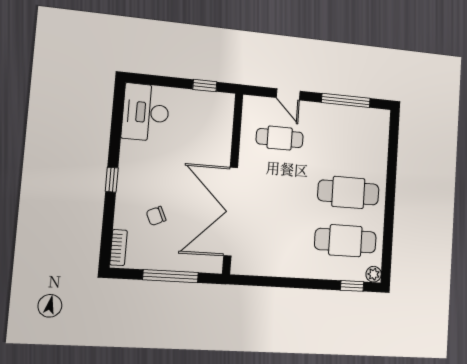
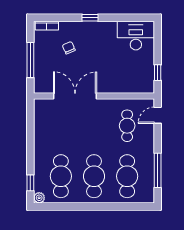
door: (288, 94) -> (158, 115), moved
cafe table: (351, 145) -> (127, 176), added
double door: (231, 212) -> (75, 96), width x0.73

